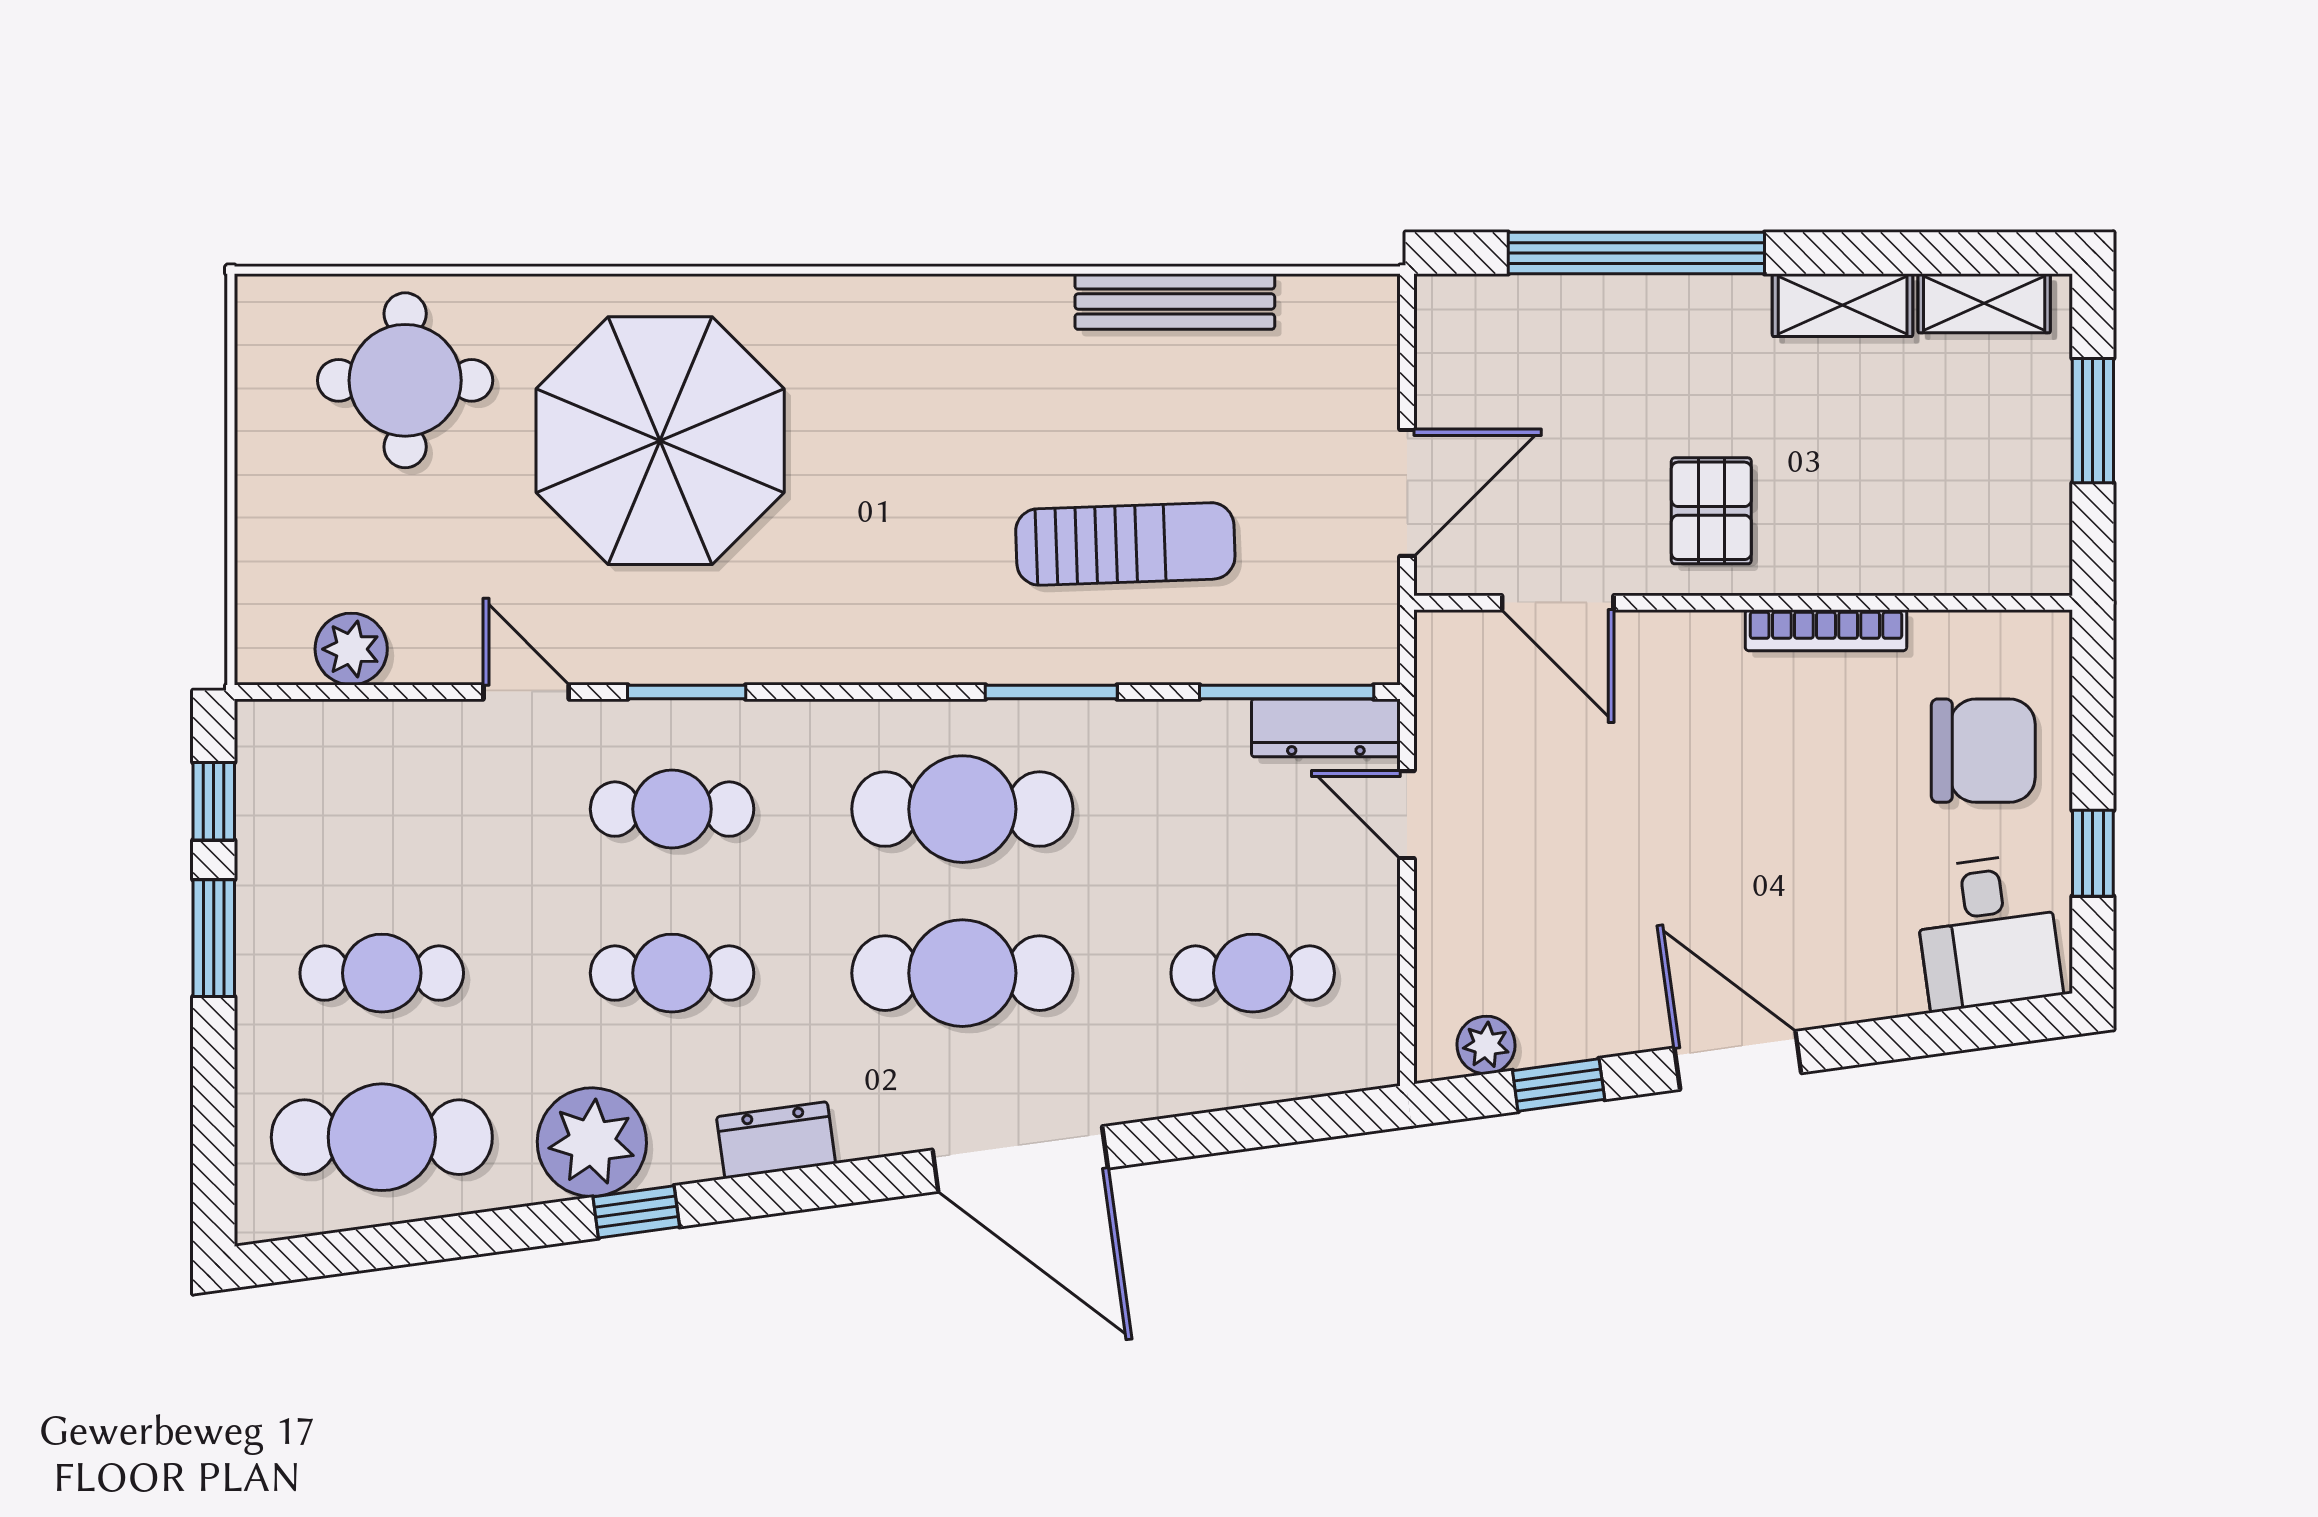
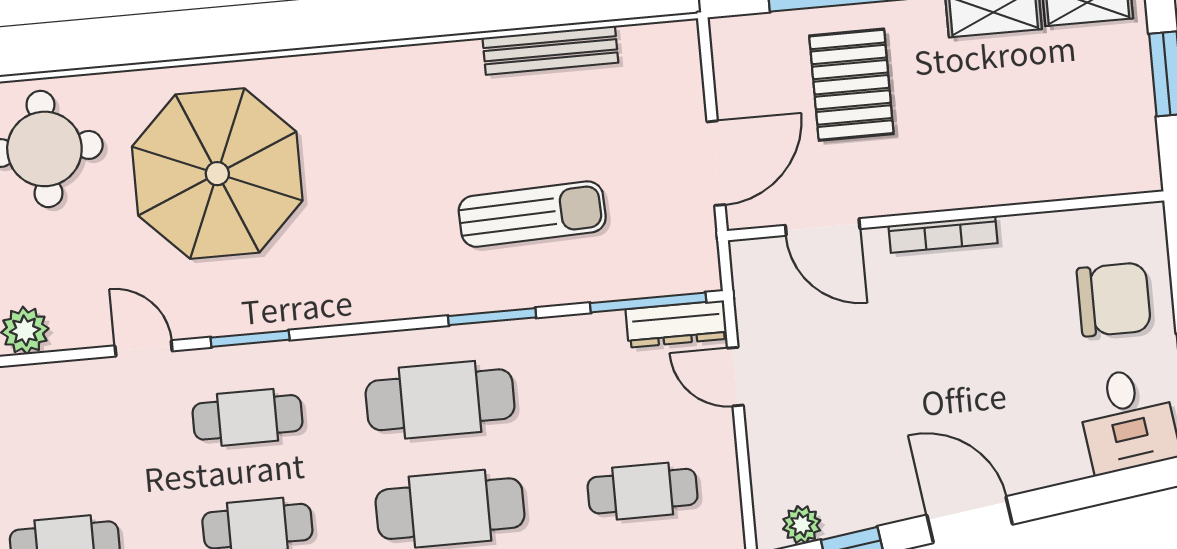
pallet: (1711, 511) -> (851, 85), moved, width x1.50, depth x1.42
bookcase: (1826, 630) -> (943, 234), moved

